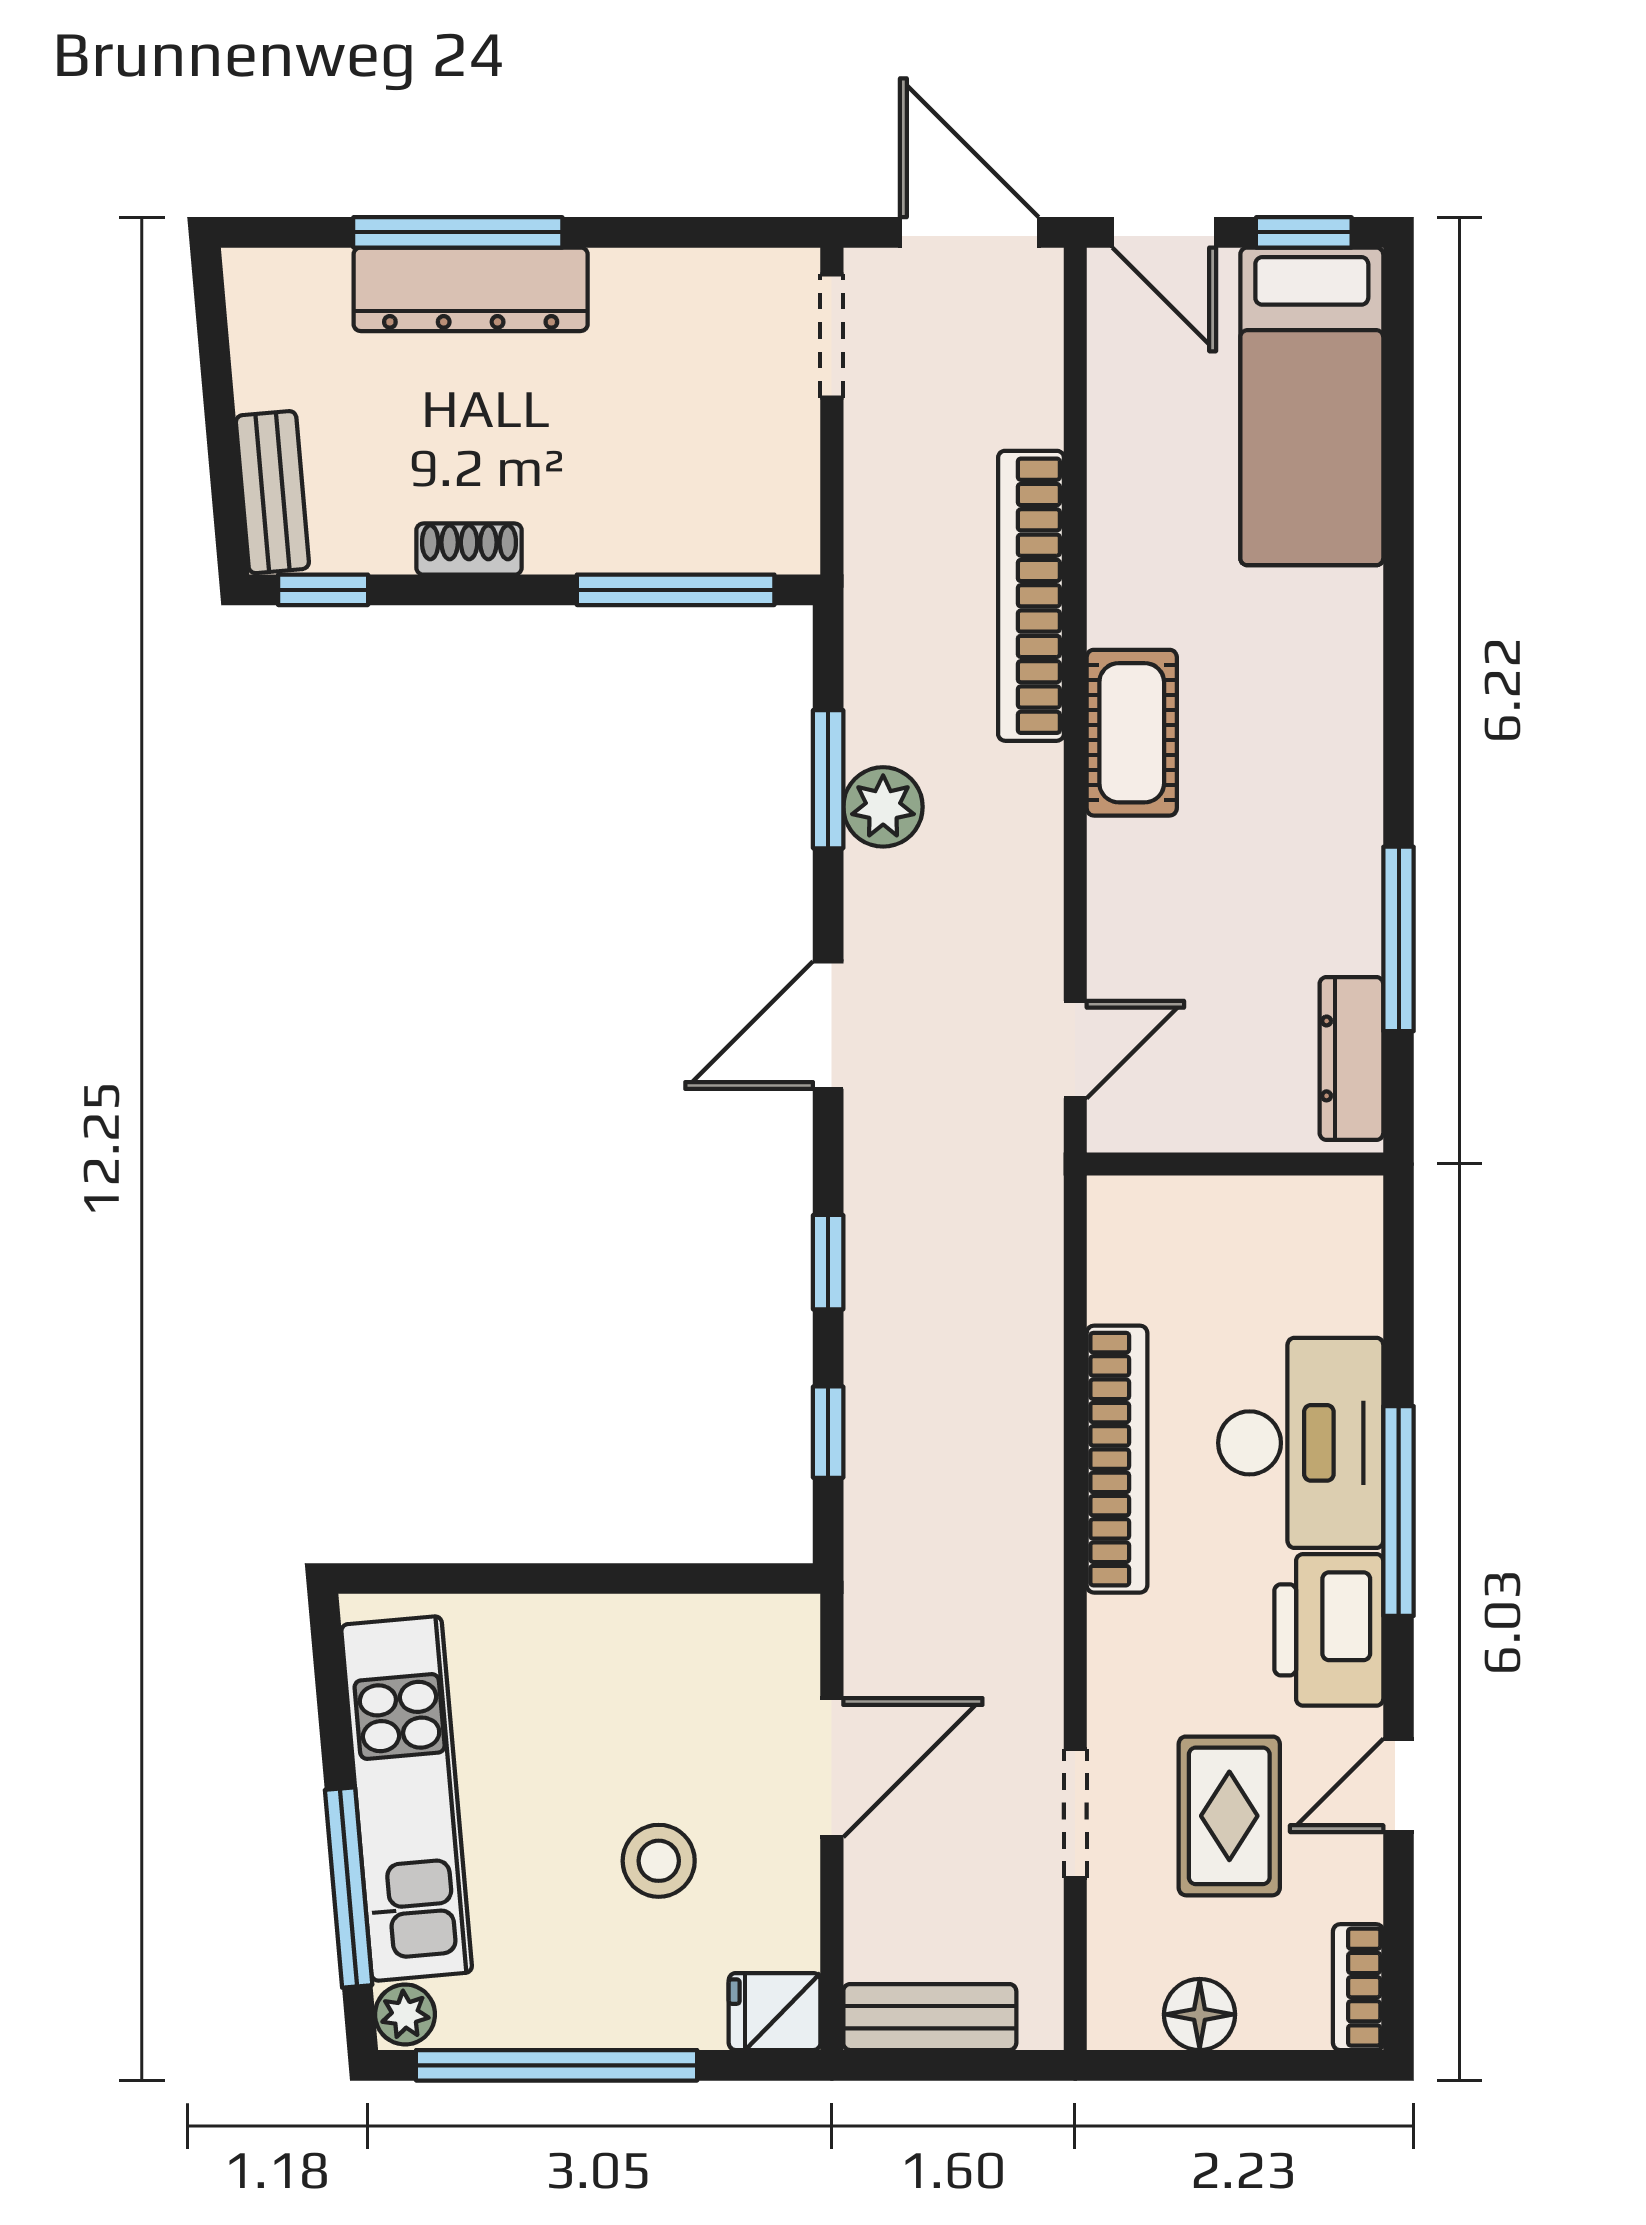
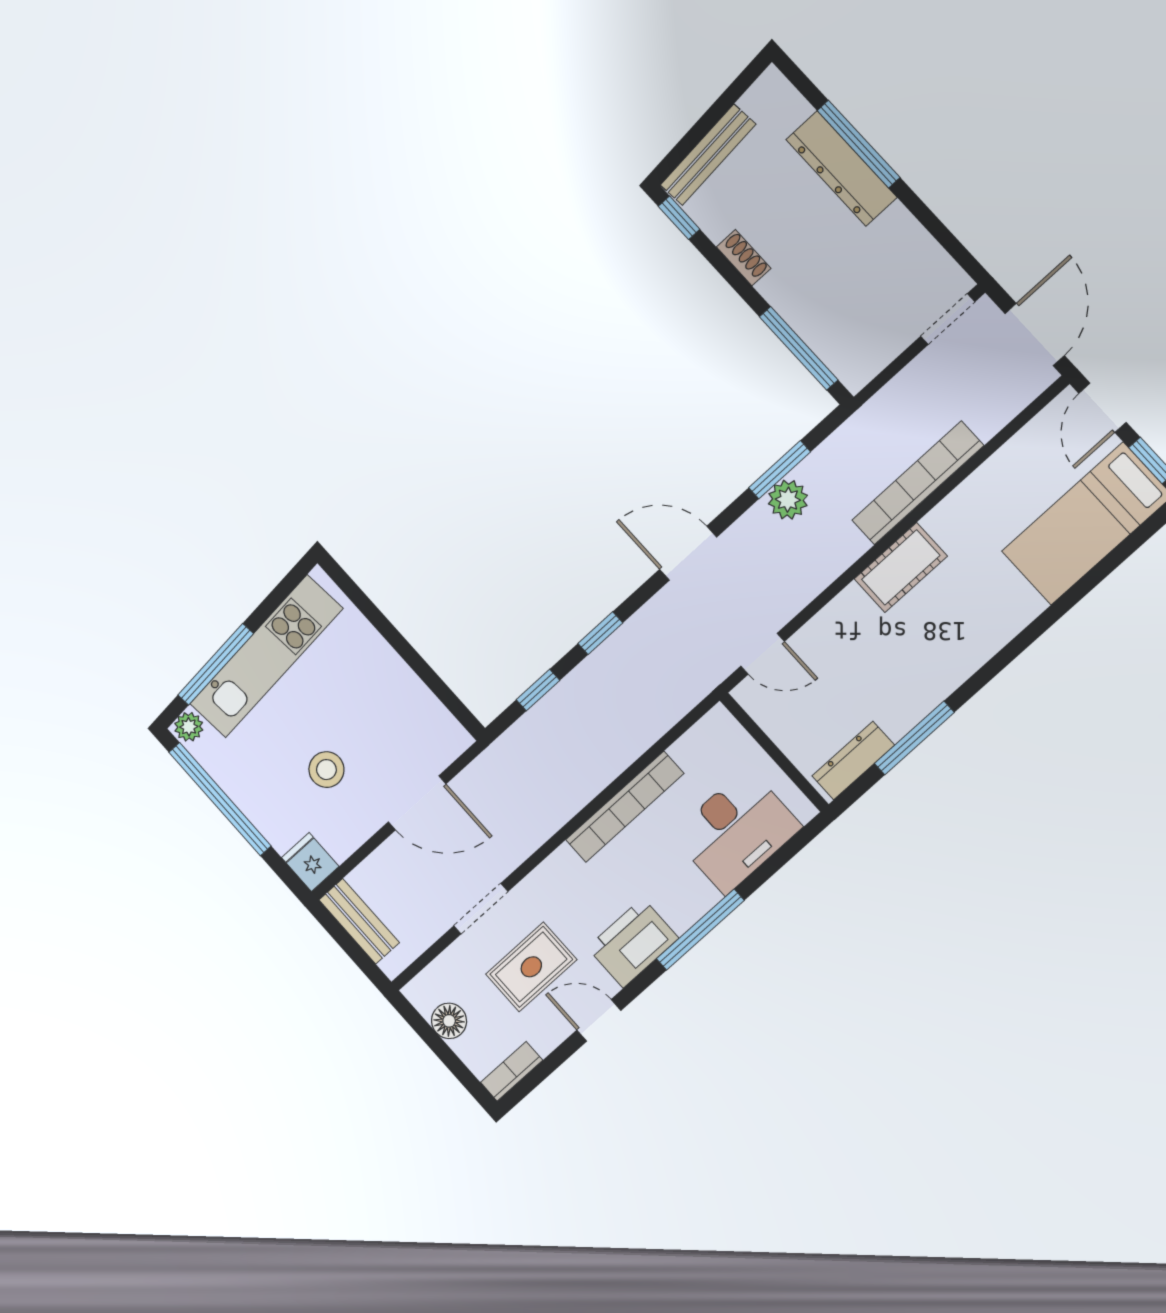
bench: (272, 492) -> (708, 155), width x1.36
desk: (1301, 1443) -> (736, 831), moved

